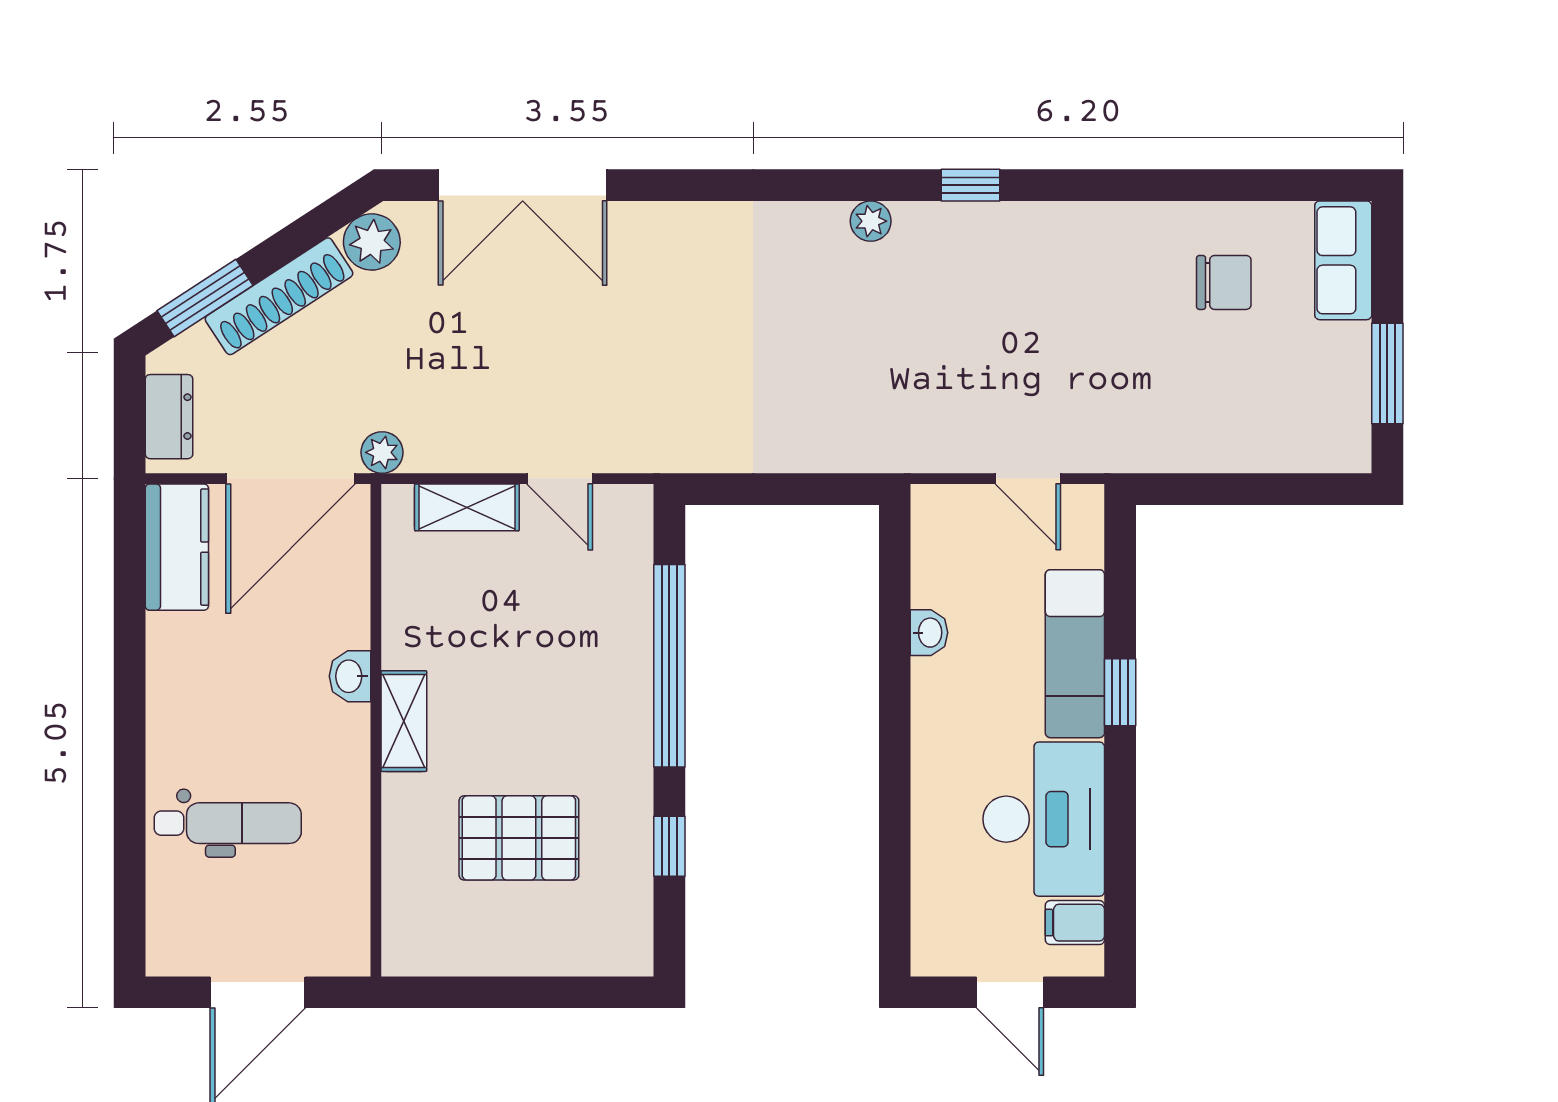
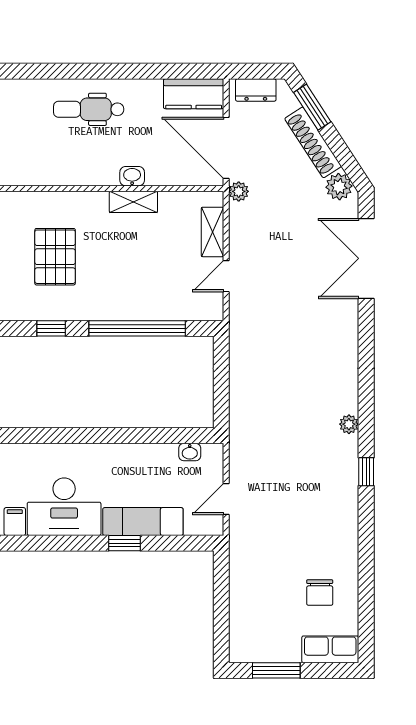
washbasin: (929, 633) -> (190, 452), moved
shelving: (404, 721) -> (133, 202), moved
dental chair: (228, 823) -> (89, 109), moved, turned 90

